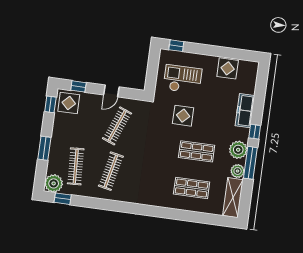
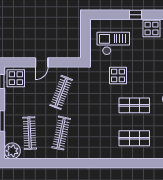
window: (176, 46) -> (136, 15), moved
window: (78, 86) -> (22, 62), removed
door: (111, 91) -> (42, 62), moved
window: (63, 199) -> (22, 163), removed

